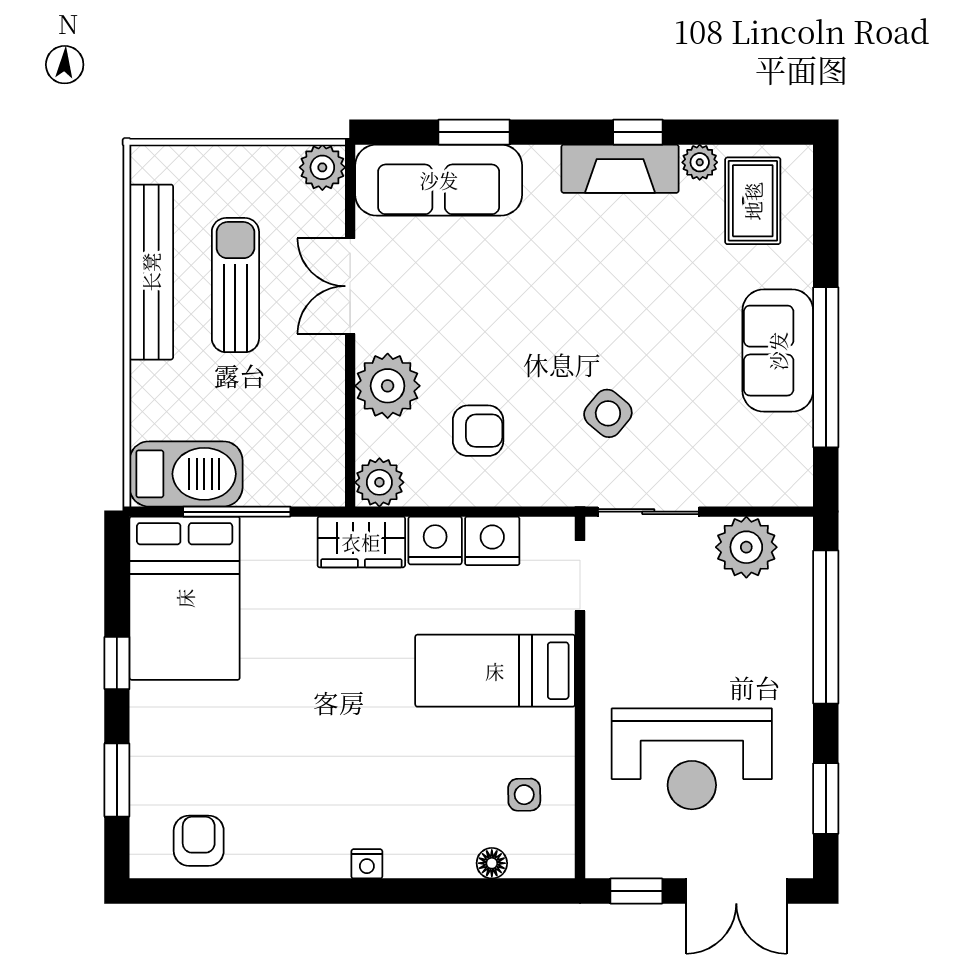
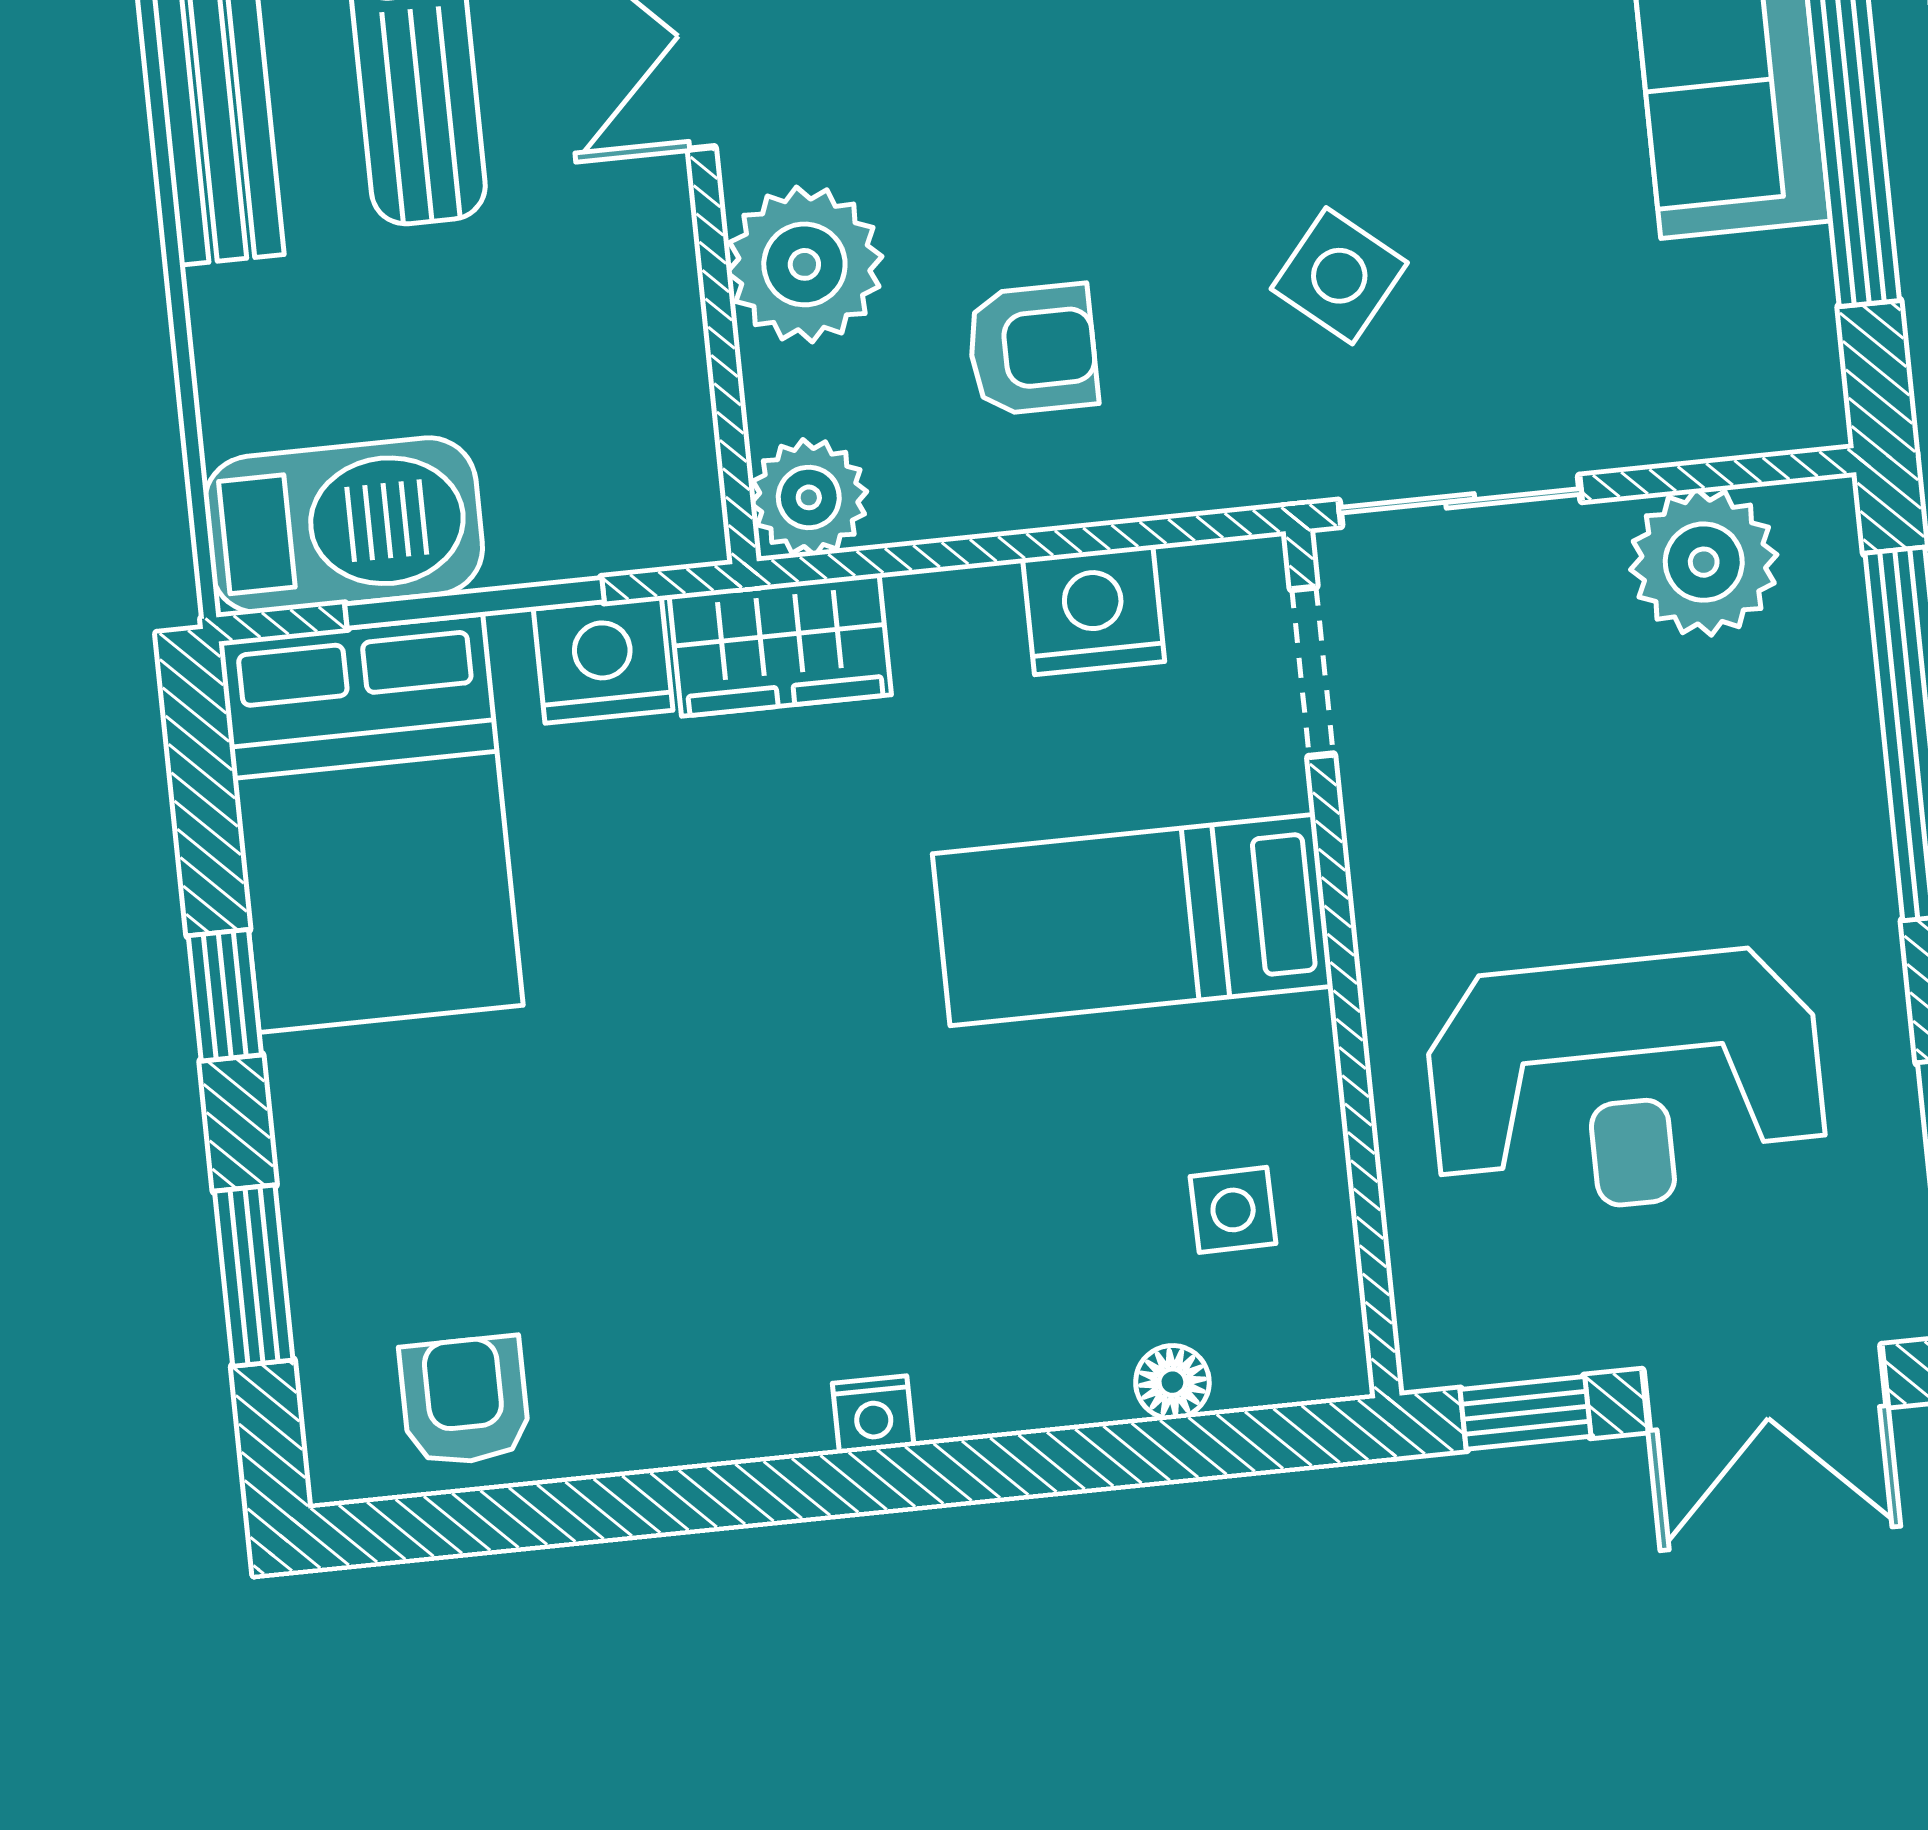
nightstand: (435, 540) -> (603, 660), moved

